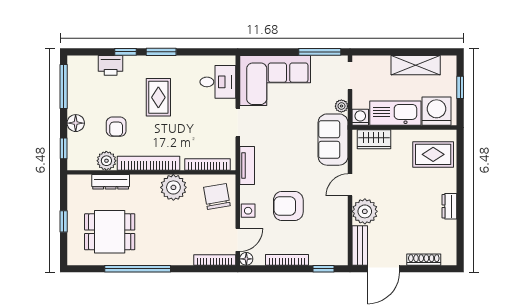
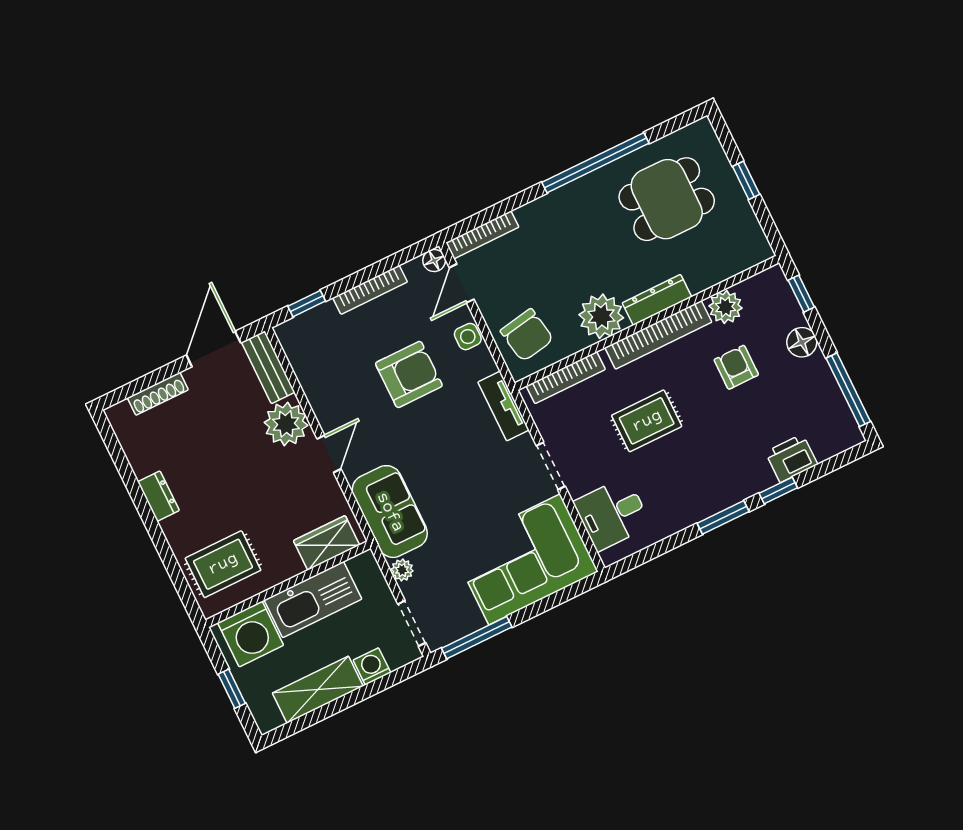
rug: (158, 97) -> (647, 421), moved, turned 90
washing machine: (360, 117) -> (372, 666), moved, turned 180
dresser: (111, 182) -> (657, 300), moved

